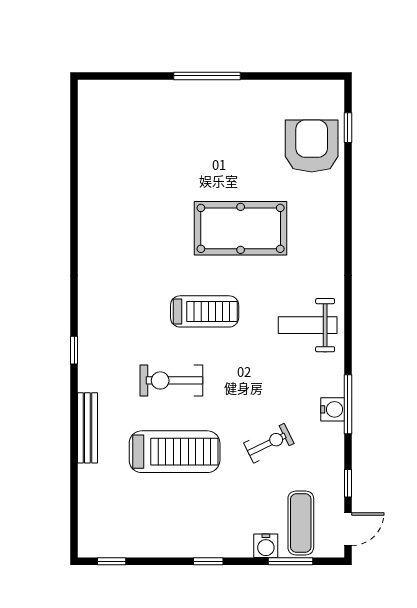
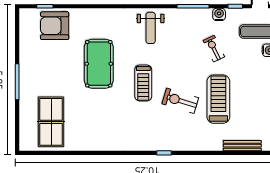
table tennis table: (132, 139) -> (51, 122), added
treadmill: (205, 311) -> (143, 83), turned 180
exercise bike: (171, 380) -> (180, 101), turned 107
water cooler: (333, 409) -> (219, 14), moved
bench: (87, 428) -> (242, 146), moved

